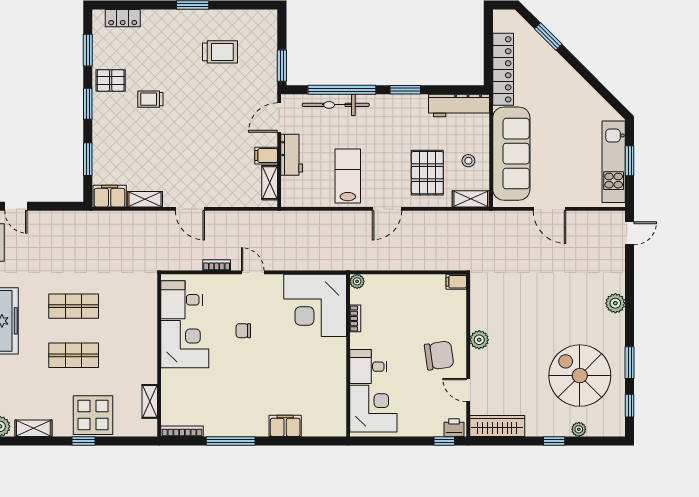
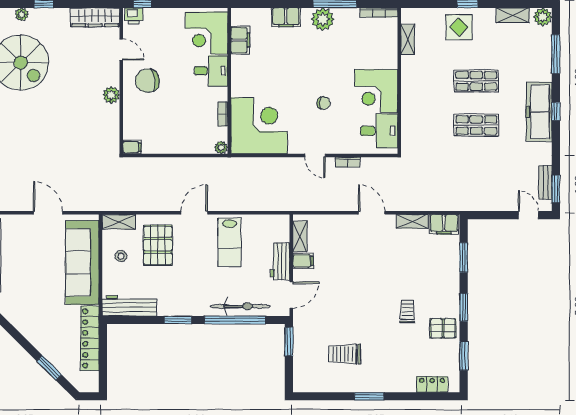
trolley: (150, 99) -> (407, 311), turned -90
filing cabinet: (336, 401) -> (240, 40), added
display table: (93, 415) -> (459, 27), width x0.73, depth x0.73
plant: (244, 424) -> (323, 19), added

